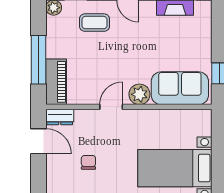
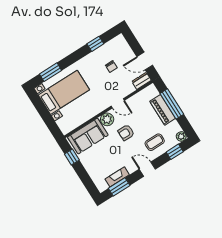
armchair: (125, 60) -> (126, 133), added
piano: (56, 82) -> (163, 110), moved
door: (111, 107) -> (118, 103), hinge flipped

